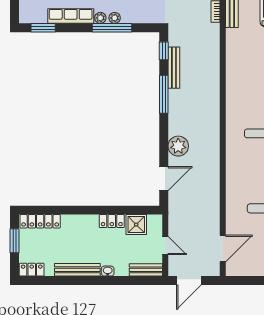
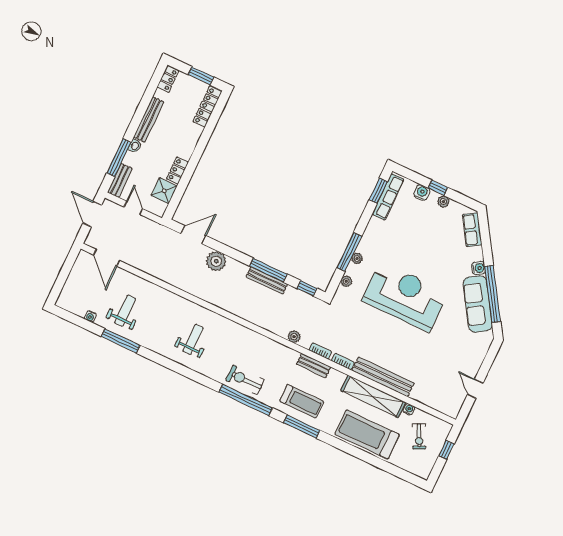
row of seats: (71, 16) -> (388, 197), moved
plant: (100, 18) -> (346, 281), moved
plant: (214, 42) -> (294, 337), added
bench: (174, 68) -> (267, 280), moved
door: (164, 179) -> (193, 235), swing flipped
door: (165, 246) -> (133, 208), swing flipped
window: (125, 280) -> (119, 158), added

